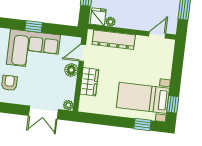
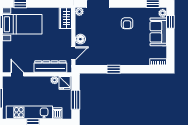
door: (157, 35) -> (17, 74), swing flipped
corner sofa: (33, 50) -> (112, 51), removed
wardrobe: (89, 82) -> (65, 18), moved

